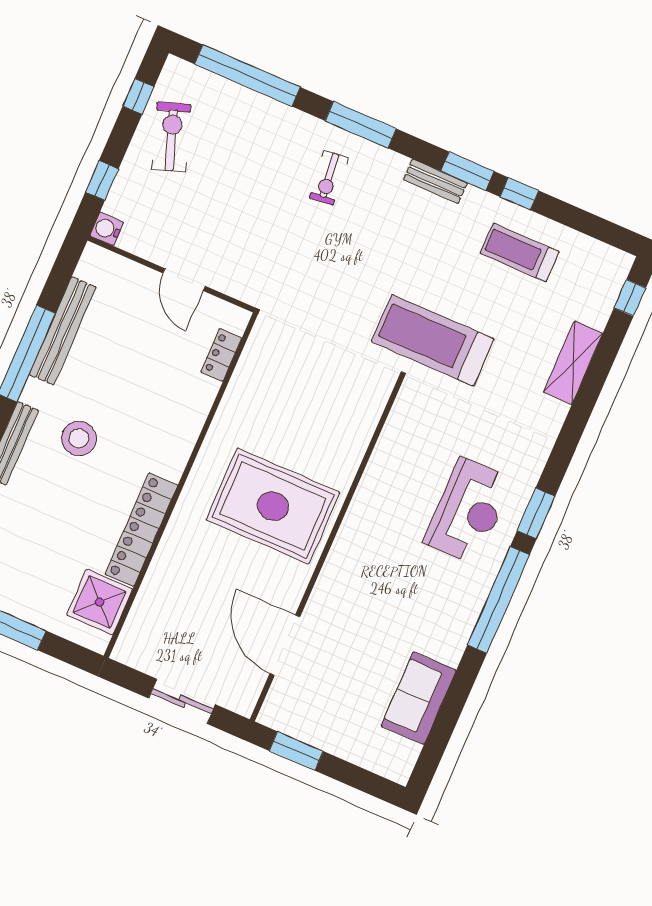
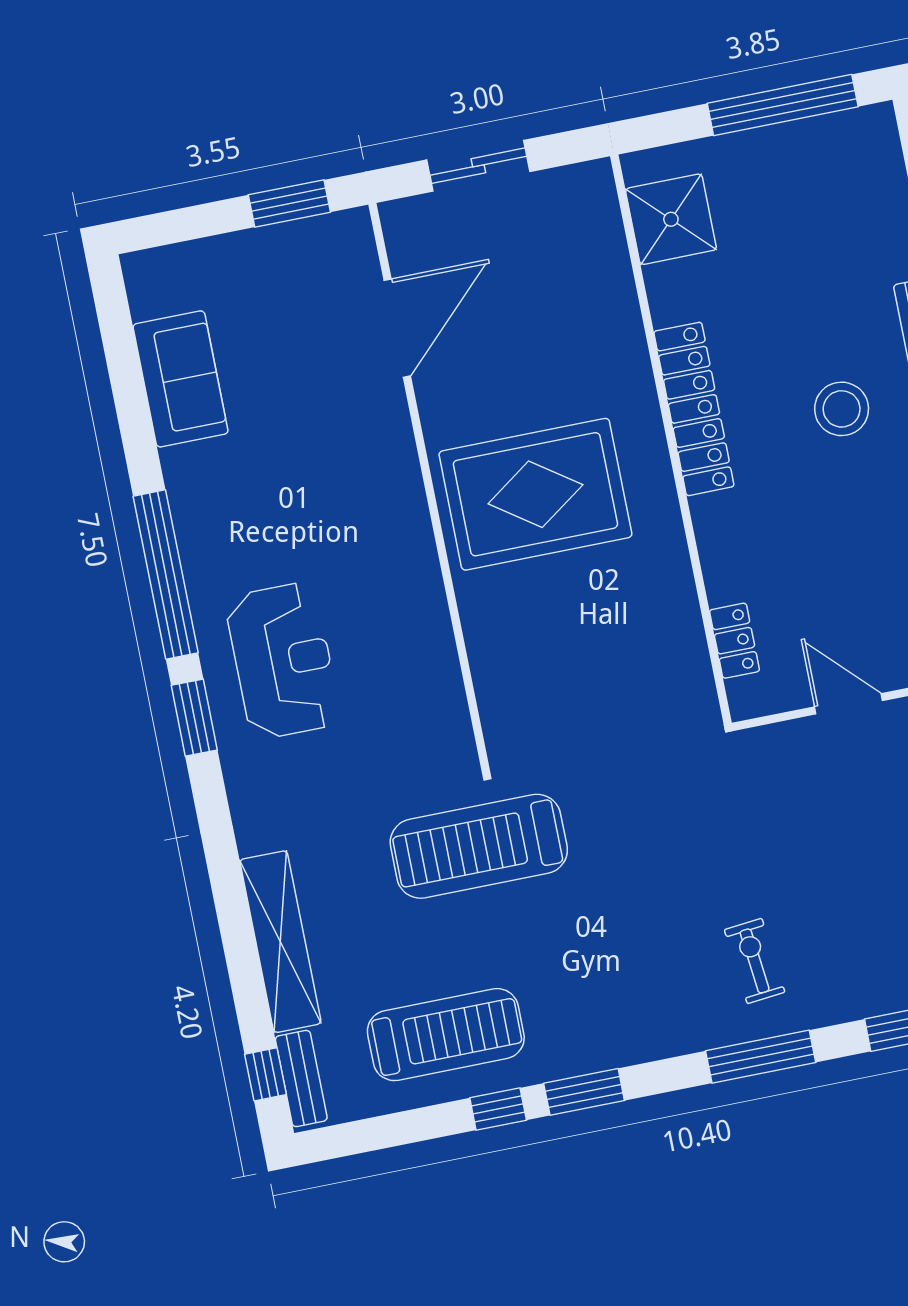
bench: (435, 181) -> (301, 1079), moved, turned 90
treadmill: (520, 253) -> (446, 1035), width x1.37, depth x1.38
treadmill: (433, 340) -> (479, 846), turned 180
shelving: (573, 363) -> (280, 942), width x1.47
reception desk: (468, 511) -> (283, 661), turned 180
locker: (141, 530) -> (694, 409), moved
door: (285, 645) -> (397, 328), hinge flipped

